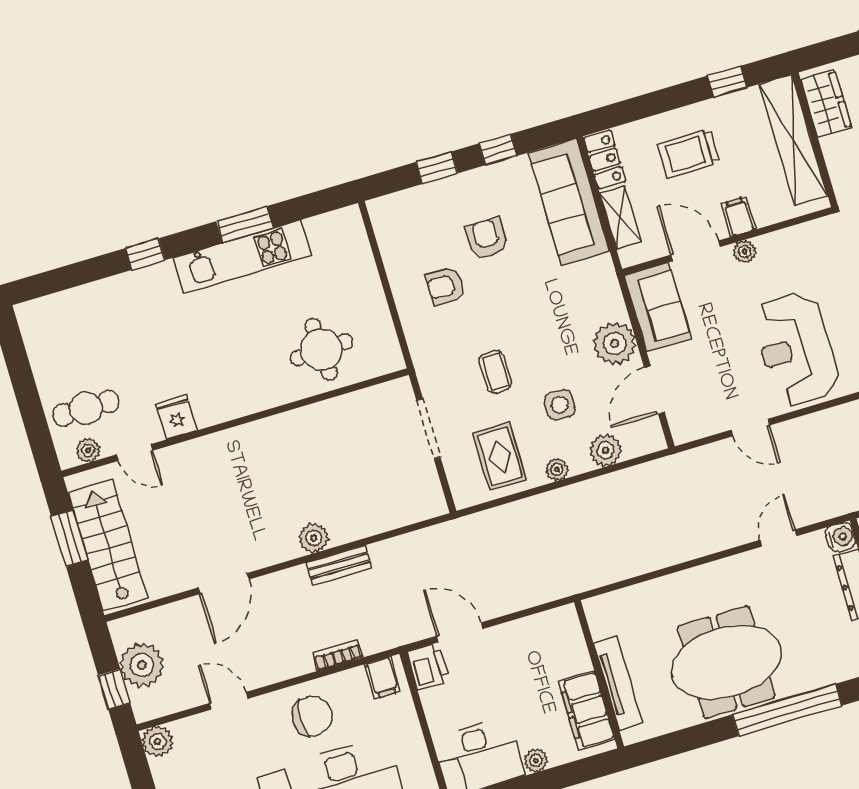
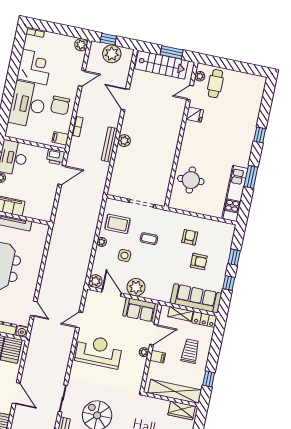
kitchen unit: (243, 257) -> (235, 193), moved
plant: (605, 450) -> (95, 281), moved
bench: (339, 565) -> (109, 144), width x1.36

